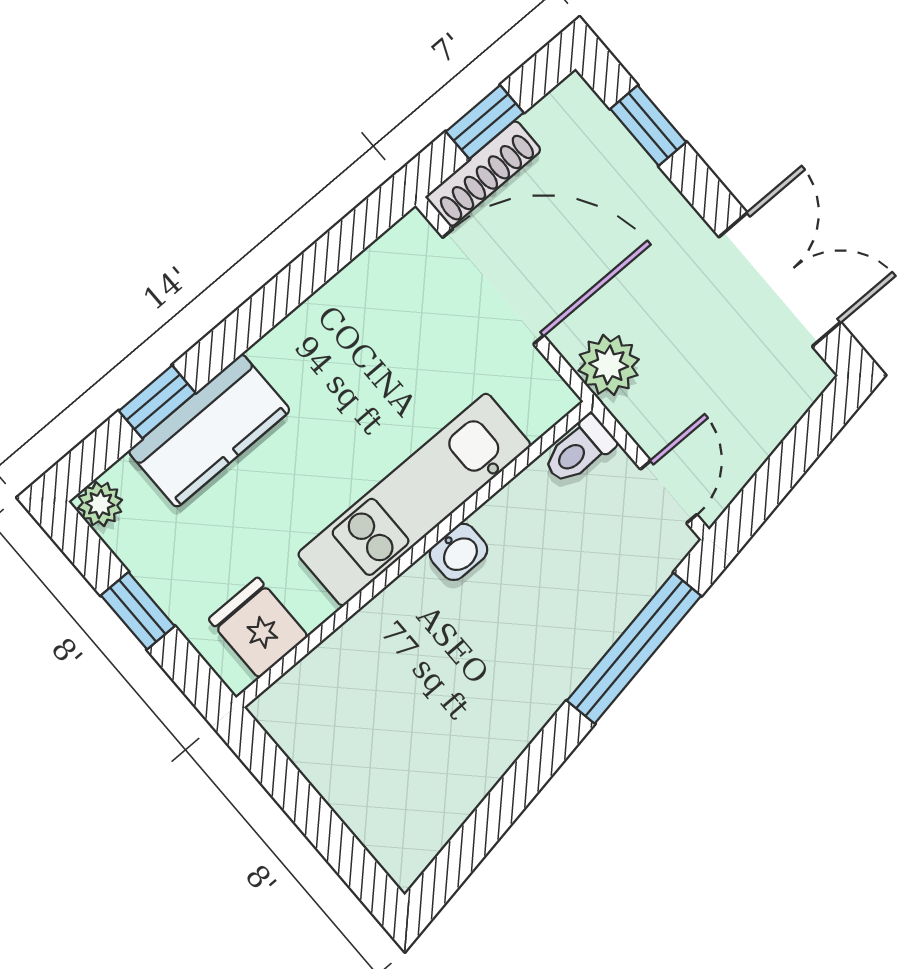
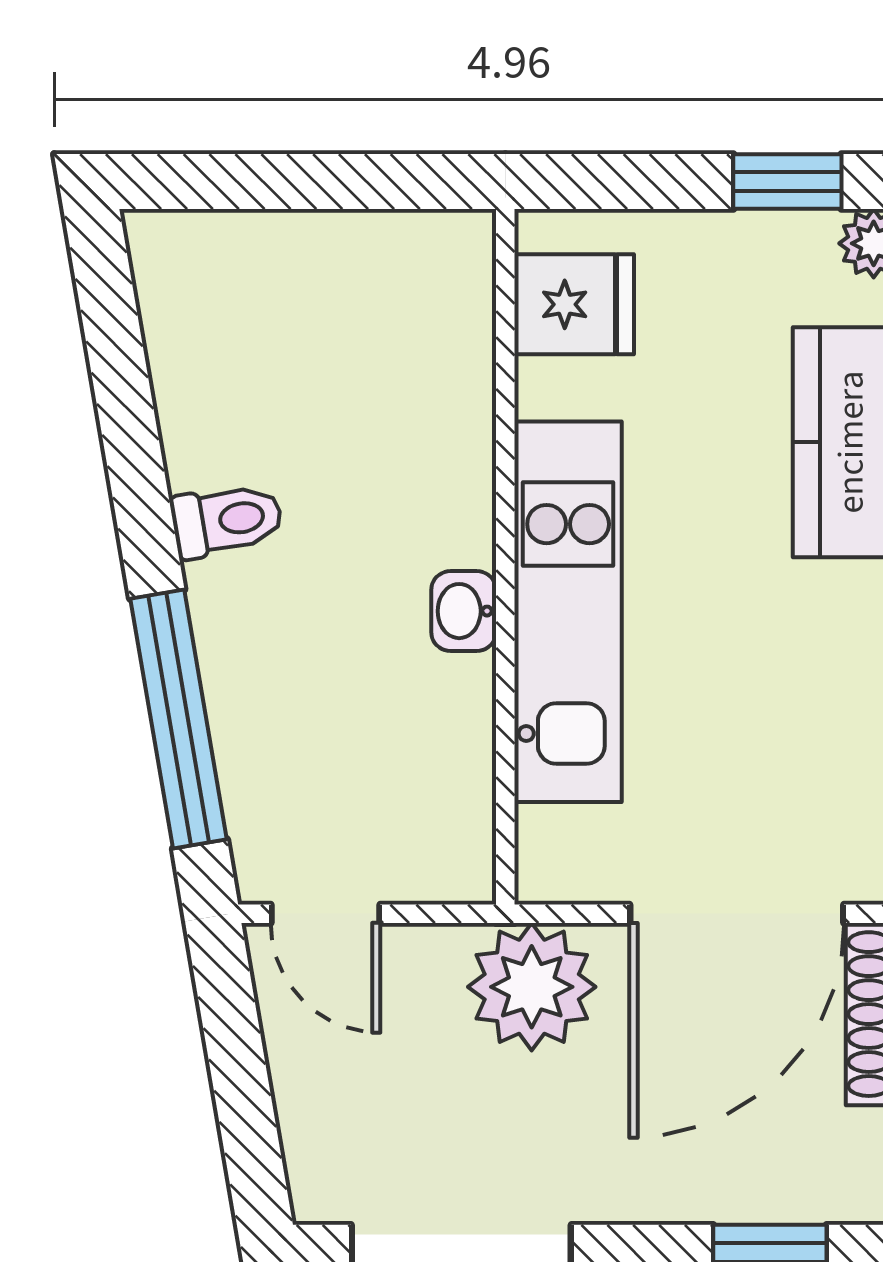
plant: (609, 365) -> (532, 987), width x1.36, depth x1.36
toilet: (579, 450) -> (227, 520), moved, turned 80
window: (138, 611) -> (787, 182), moved

